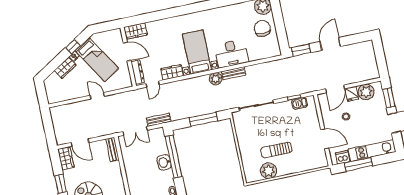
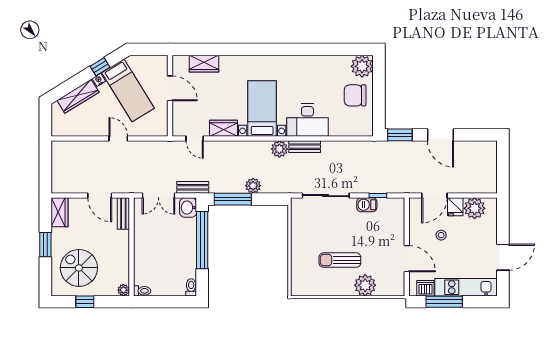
chair: (262, 28) -> (355, 95), turned -90
wardrobe: (135, 31) -> (204, 64), moved
door: (330, 44) -> (441, 135), swing flipped
wardrobe: (65, 68) -> (78, 96), width x1.50
dresser: (138, 72) -> (178, 119), removed
door: (153, 84) -> (195, 139), hinge flipped
window: (389, 98) -> (503, 222), removed
barbecue: (299, 103) -> (367, 205), moved
plant: (202, 109) -> (253, 186), added
window: (203, 119) -> (233, 199), moved
door: (80, 143) -> (100, 196), moved
washbasin: (164, 162) -> (188, 208), moved
plant: (269, 171) -> (365, 285), moved

